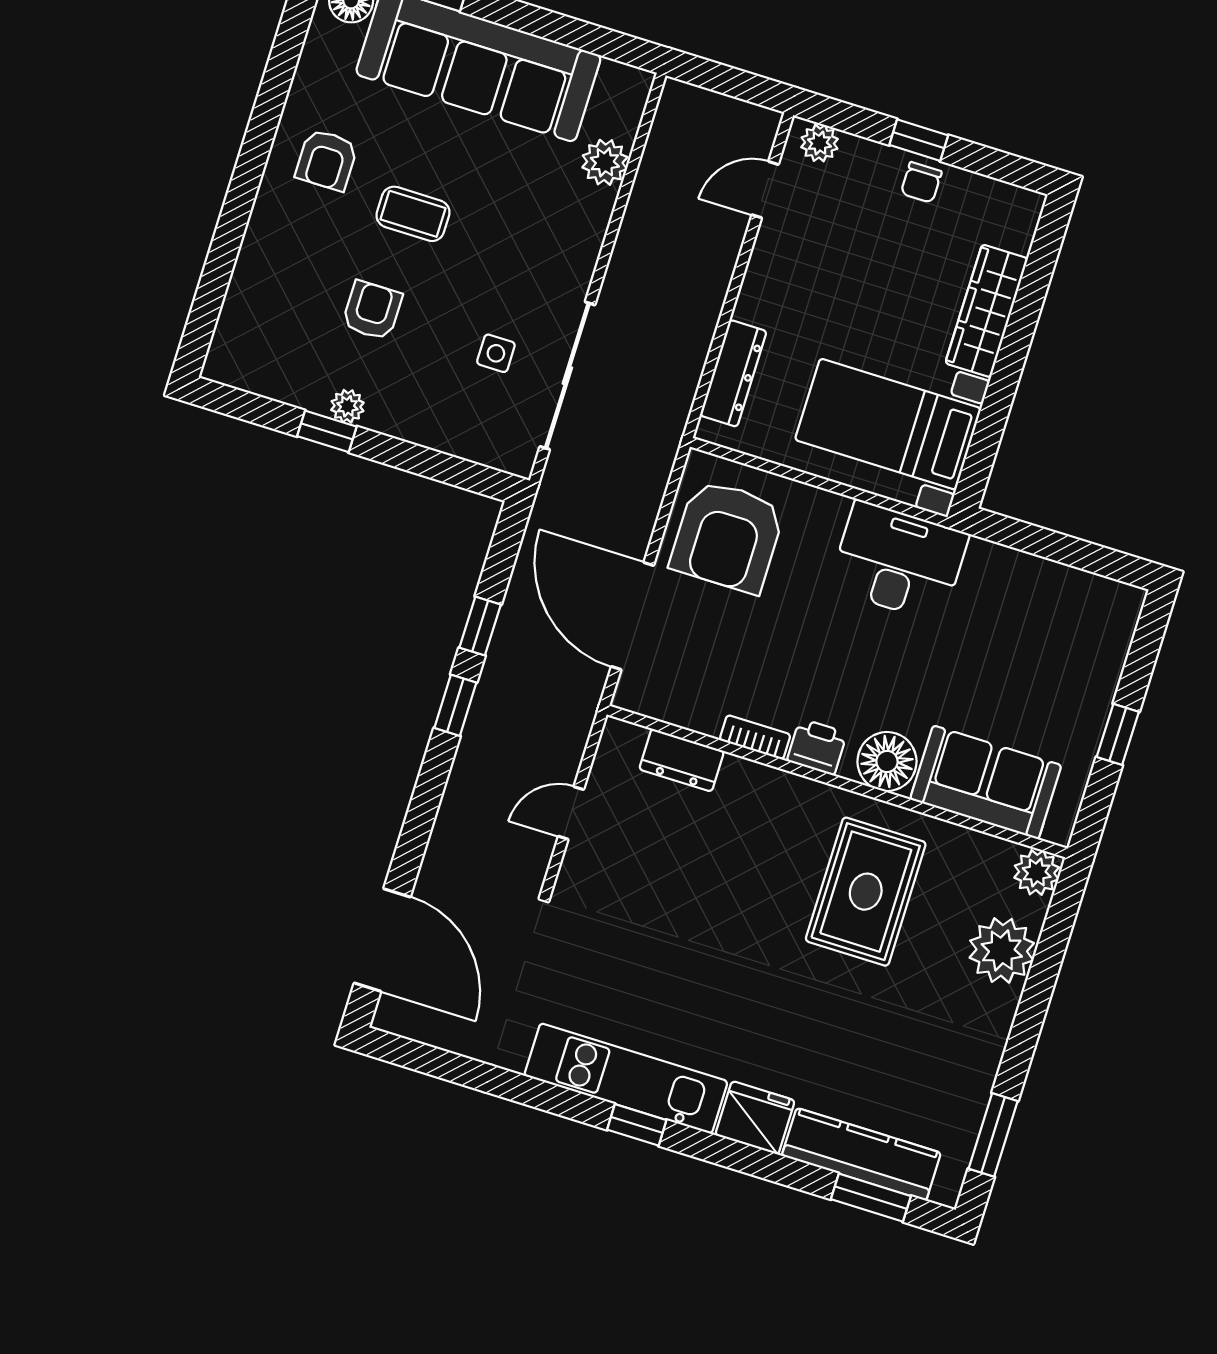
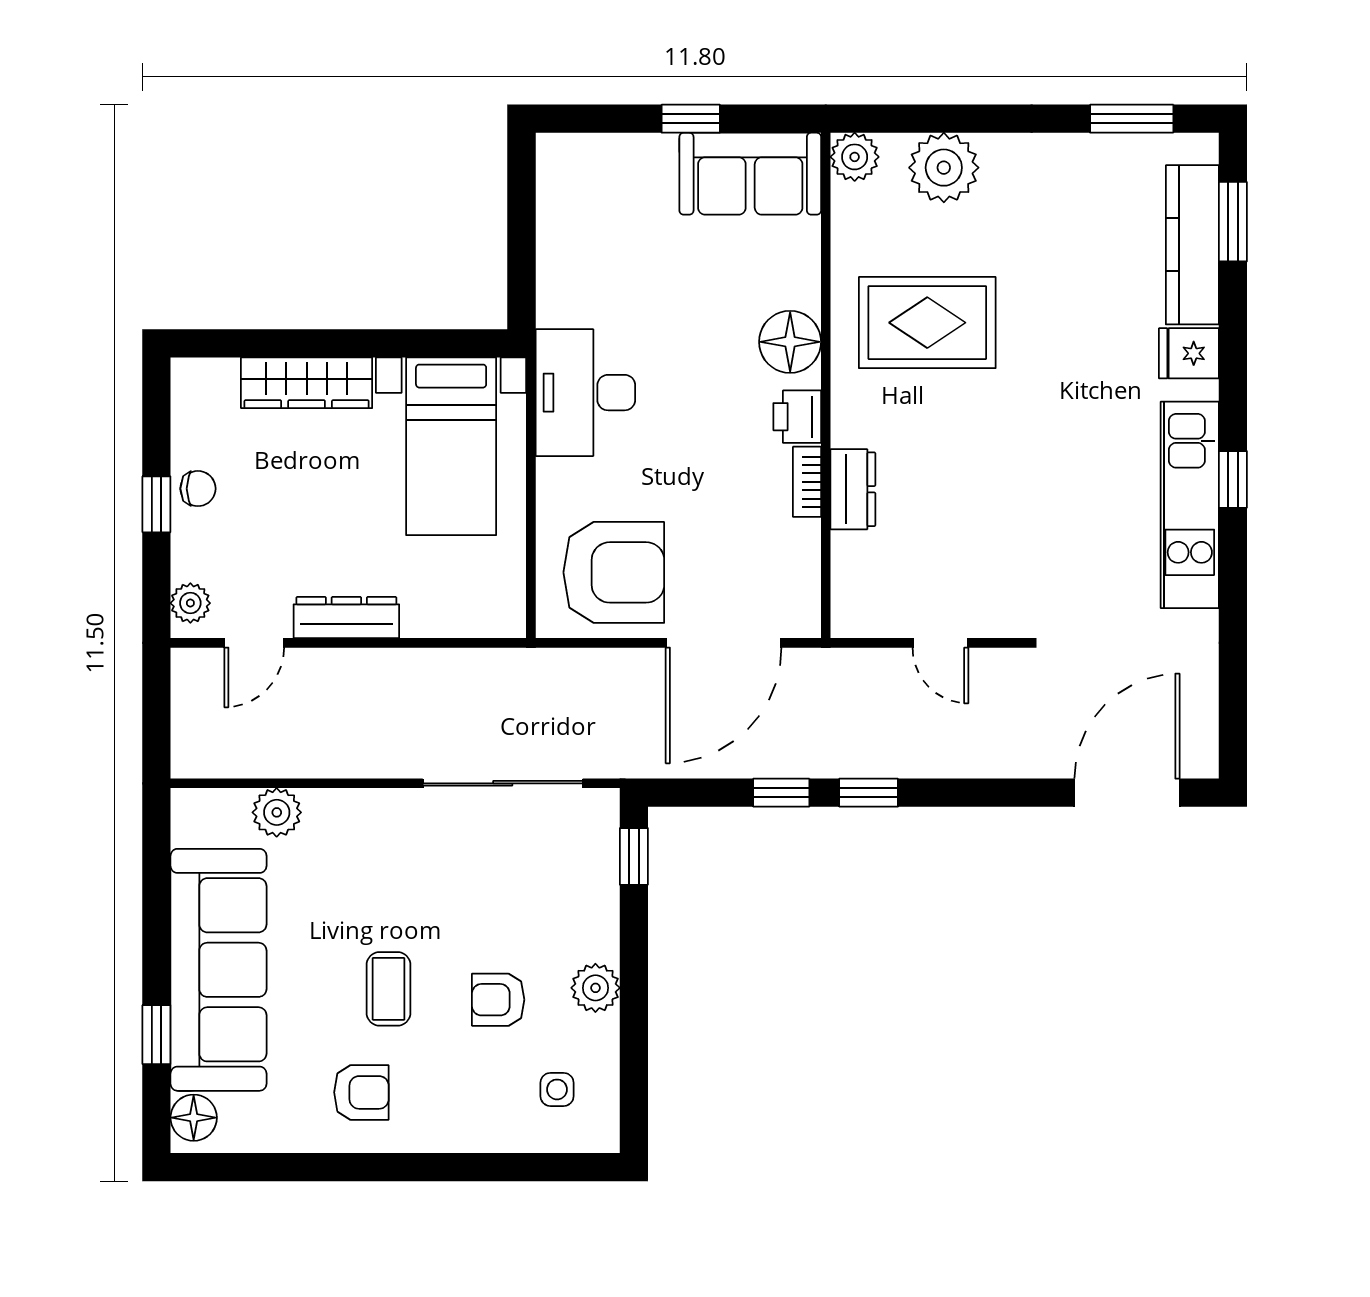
door: (765, 190) -> (254, 643), hinge flipped
side table: (496, 353) -> (557, 1089), moved
dresser: (733, 373) -> (346, 618), moved
plant: (347, 406) -> (595, 988), width x1.38, depth x1.38
window: (327, 431) -> (634, 856), moved
dresser: (682, 760) -> (853, 489), moved
sofa: (986, 782) -> (750, 174), moved, turned -90
fridge: (755, 1118) -> (1189, 353), width x0.72

